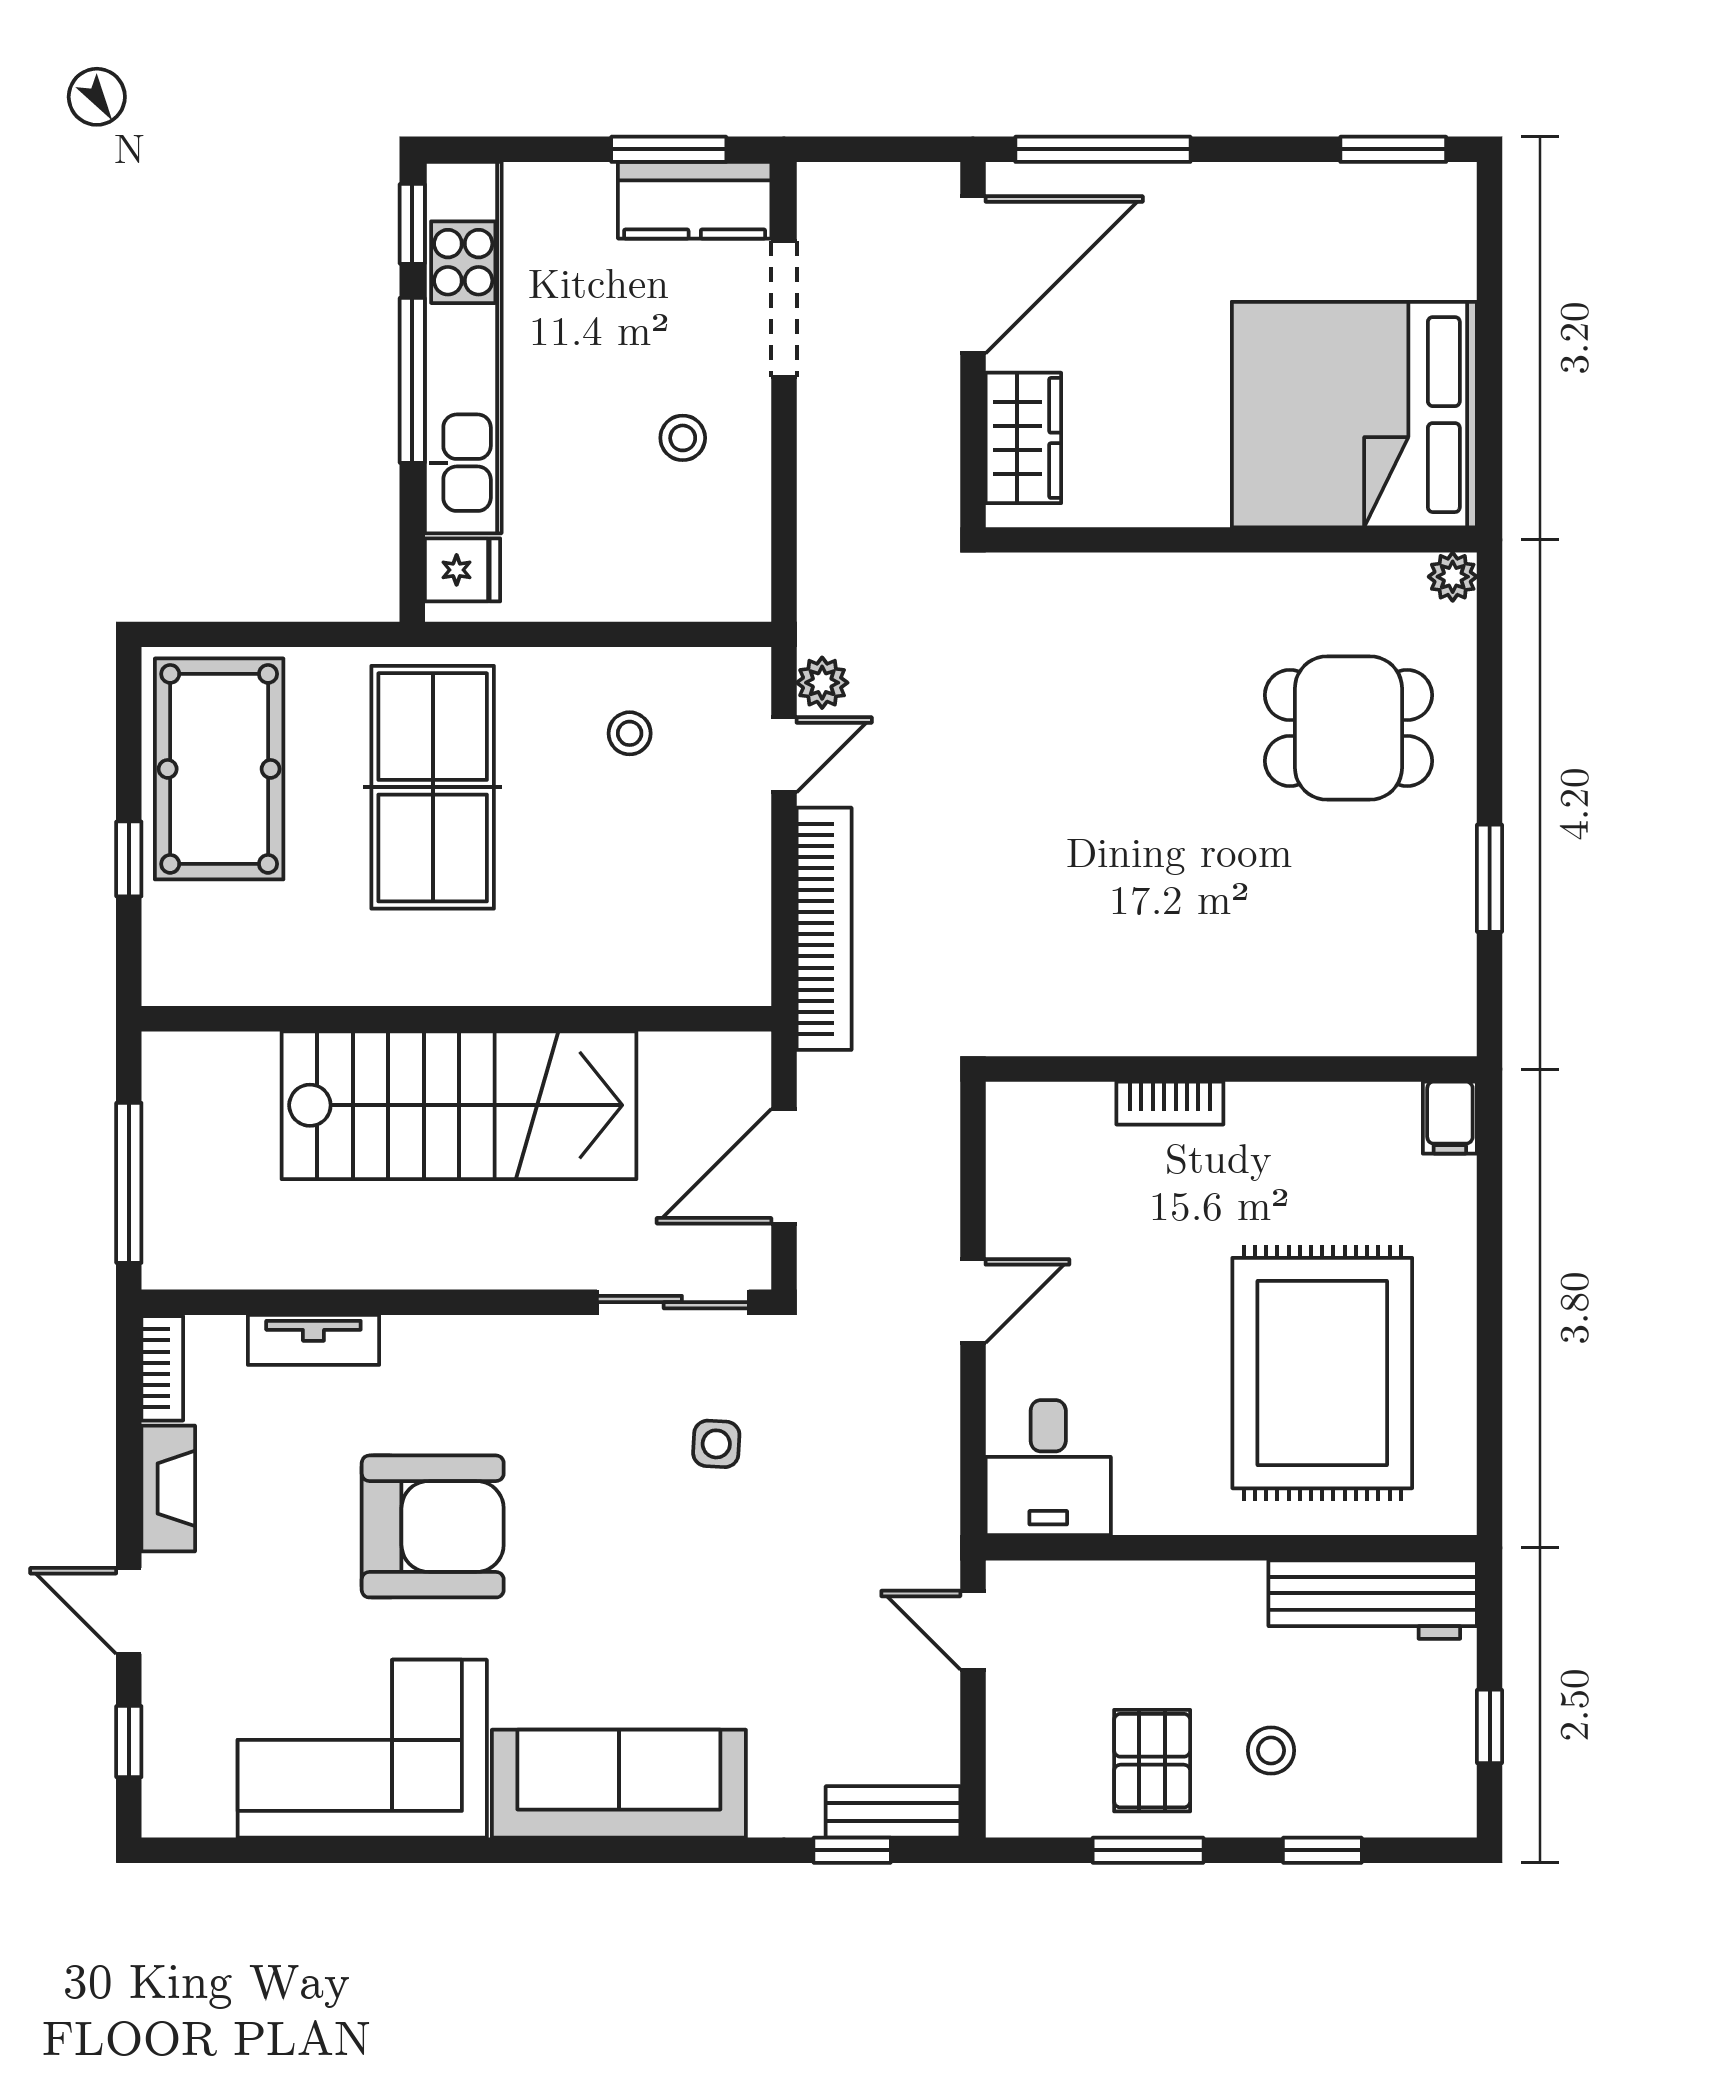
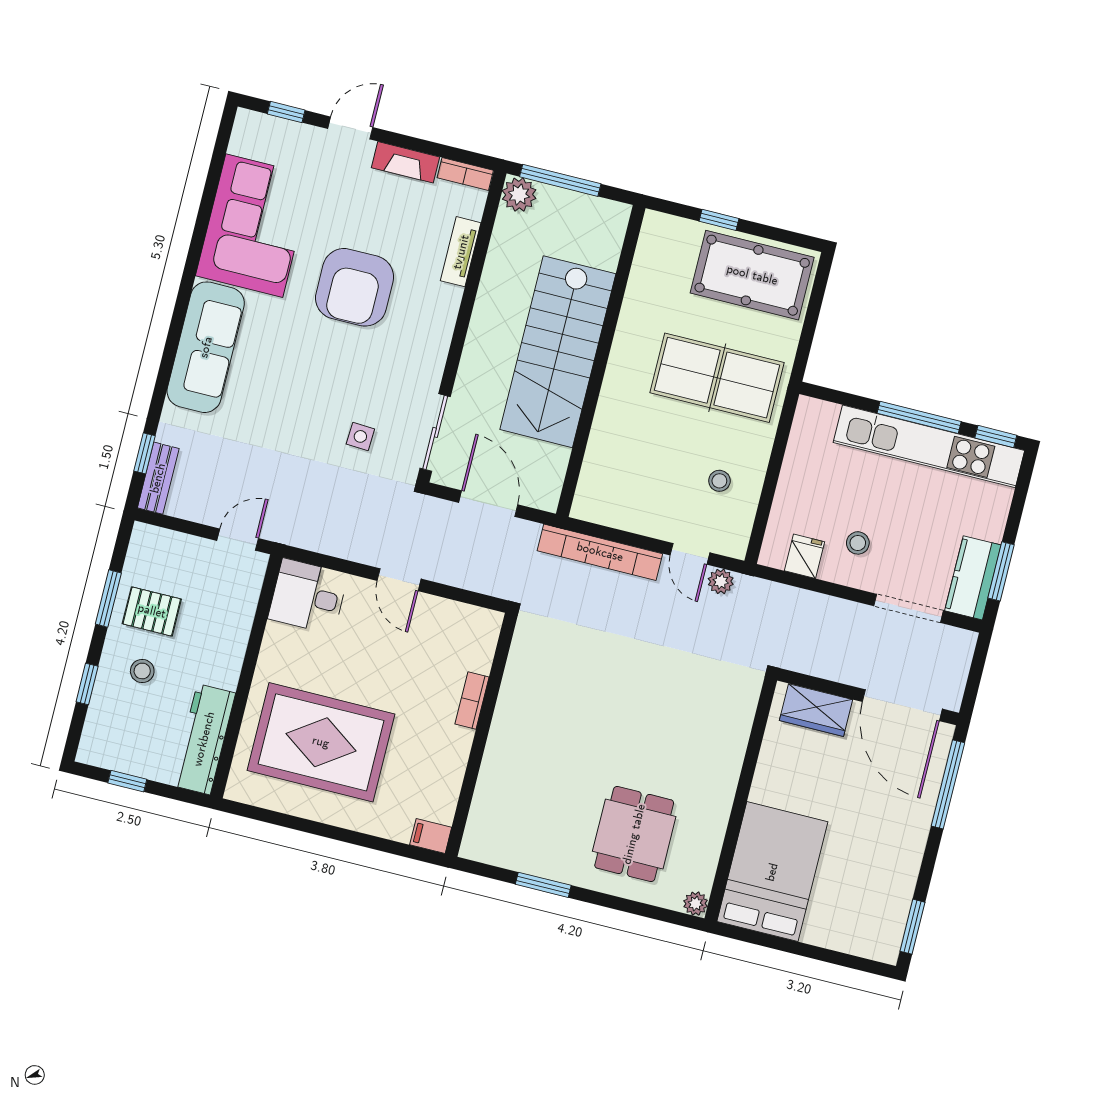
bed: (1354, 415) -> (772, 872), width x0.73
fridge: (463, 570) -> (805, 556), moved, turned 180
plant: (176, 1255) -> (519, 195), added

